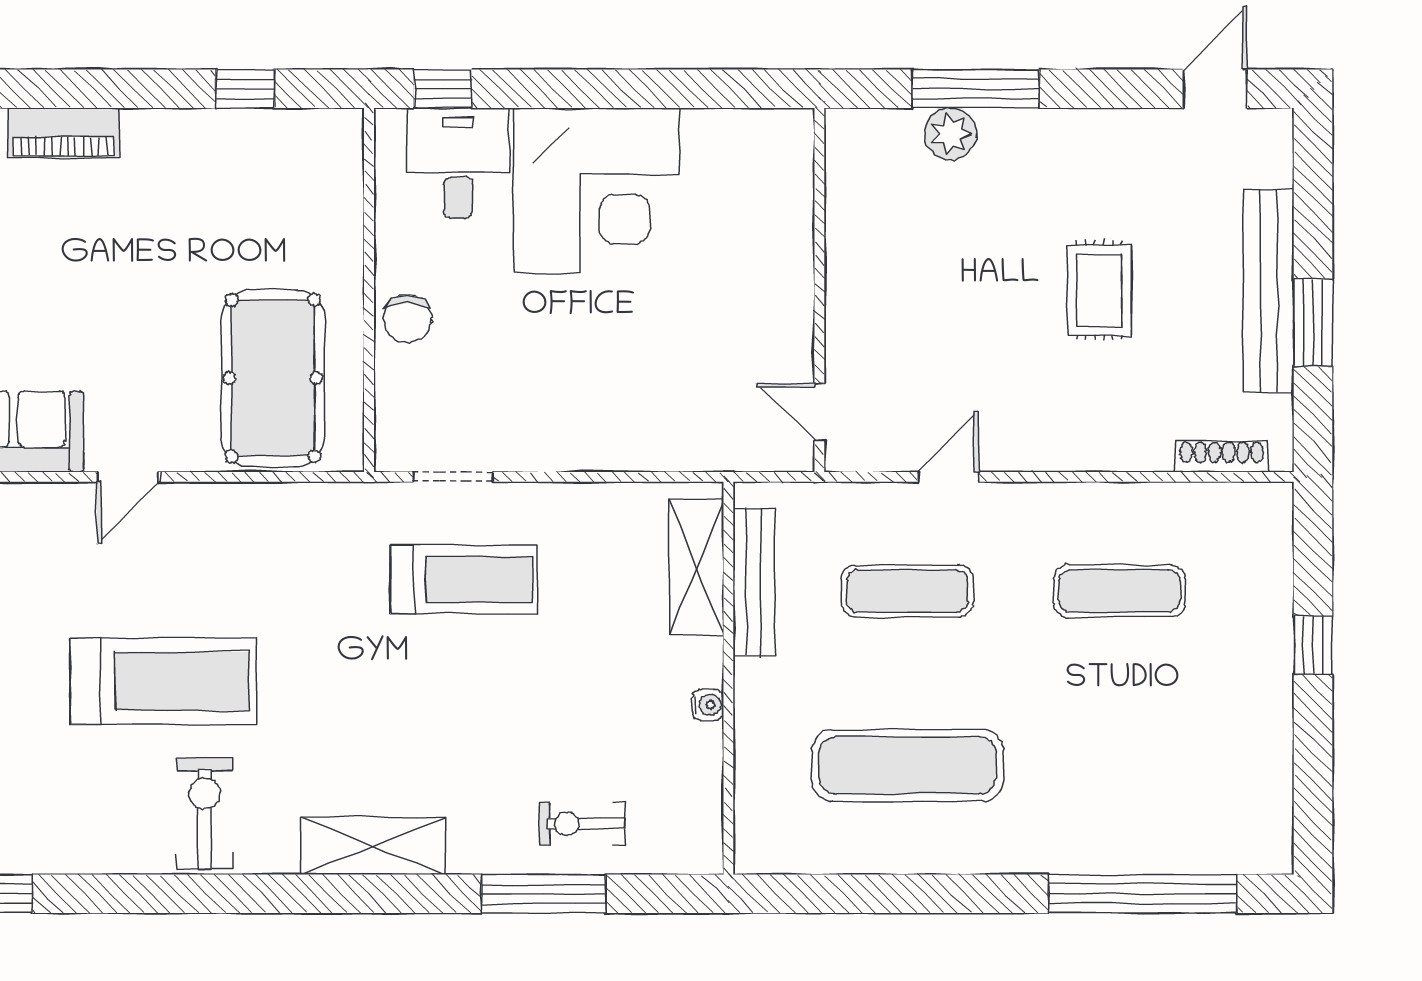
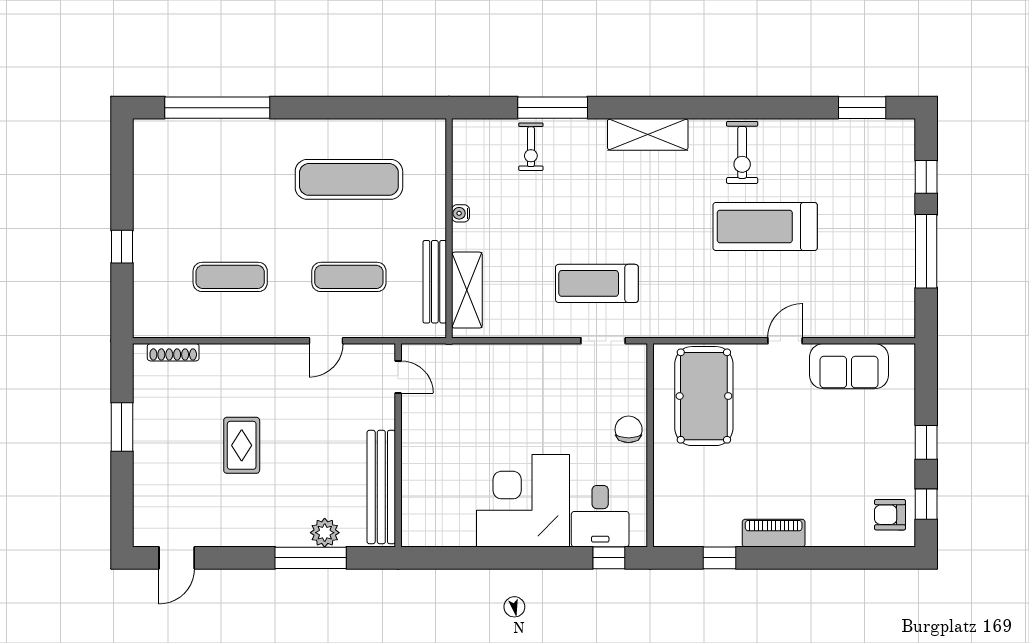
piano: (64, 133) -> (774, 533), moved
bench: (1269, 291) -> (381, 487), moved
exercise bike: (582, 824) -> (531, 147), turned 90

